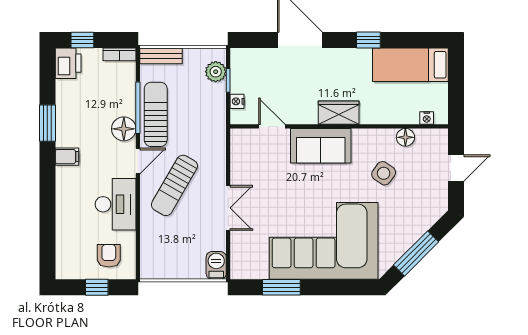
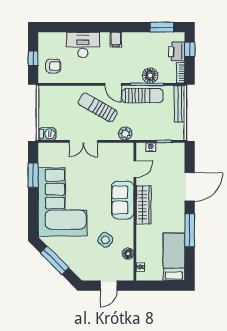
window: (368, 40) -> (190, 230), width x2.17
bench: (161, 56) -> (180, 104), width x1.36
printer: (68, 63) -> (177, 52), moved, turned 90
plant: (216, 72) -> (125, 134), moved
wardrobe: (339, 113) -> (144, 205), width x1.50
window: (47, 123) -> (162, 27), moved
floor lamp: (124, 129) -> (150, 75), moved
door: (456, 168) -> (109, 286), hinge flipped
desk: (116, 204) -> (83, 45), moved, turned 180

